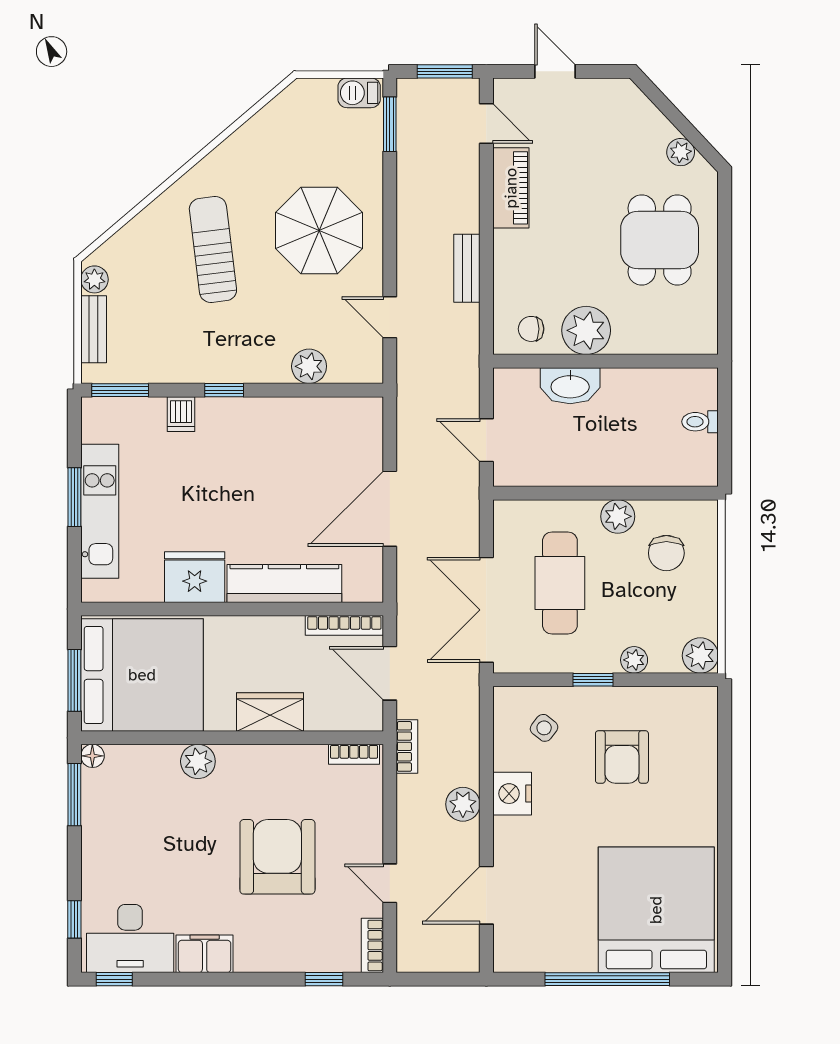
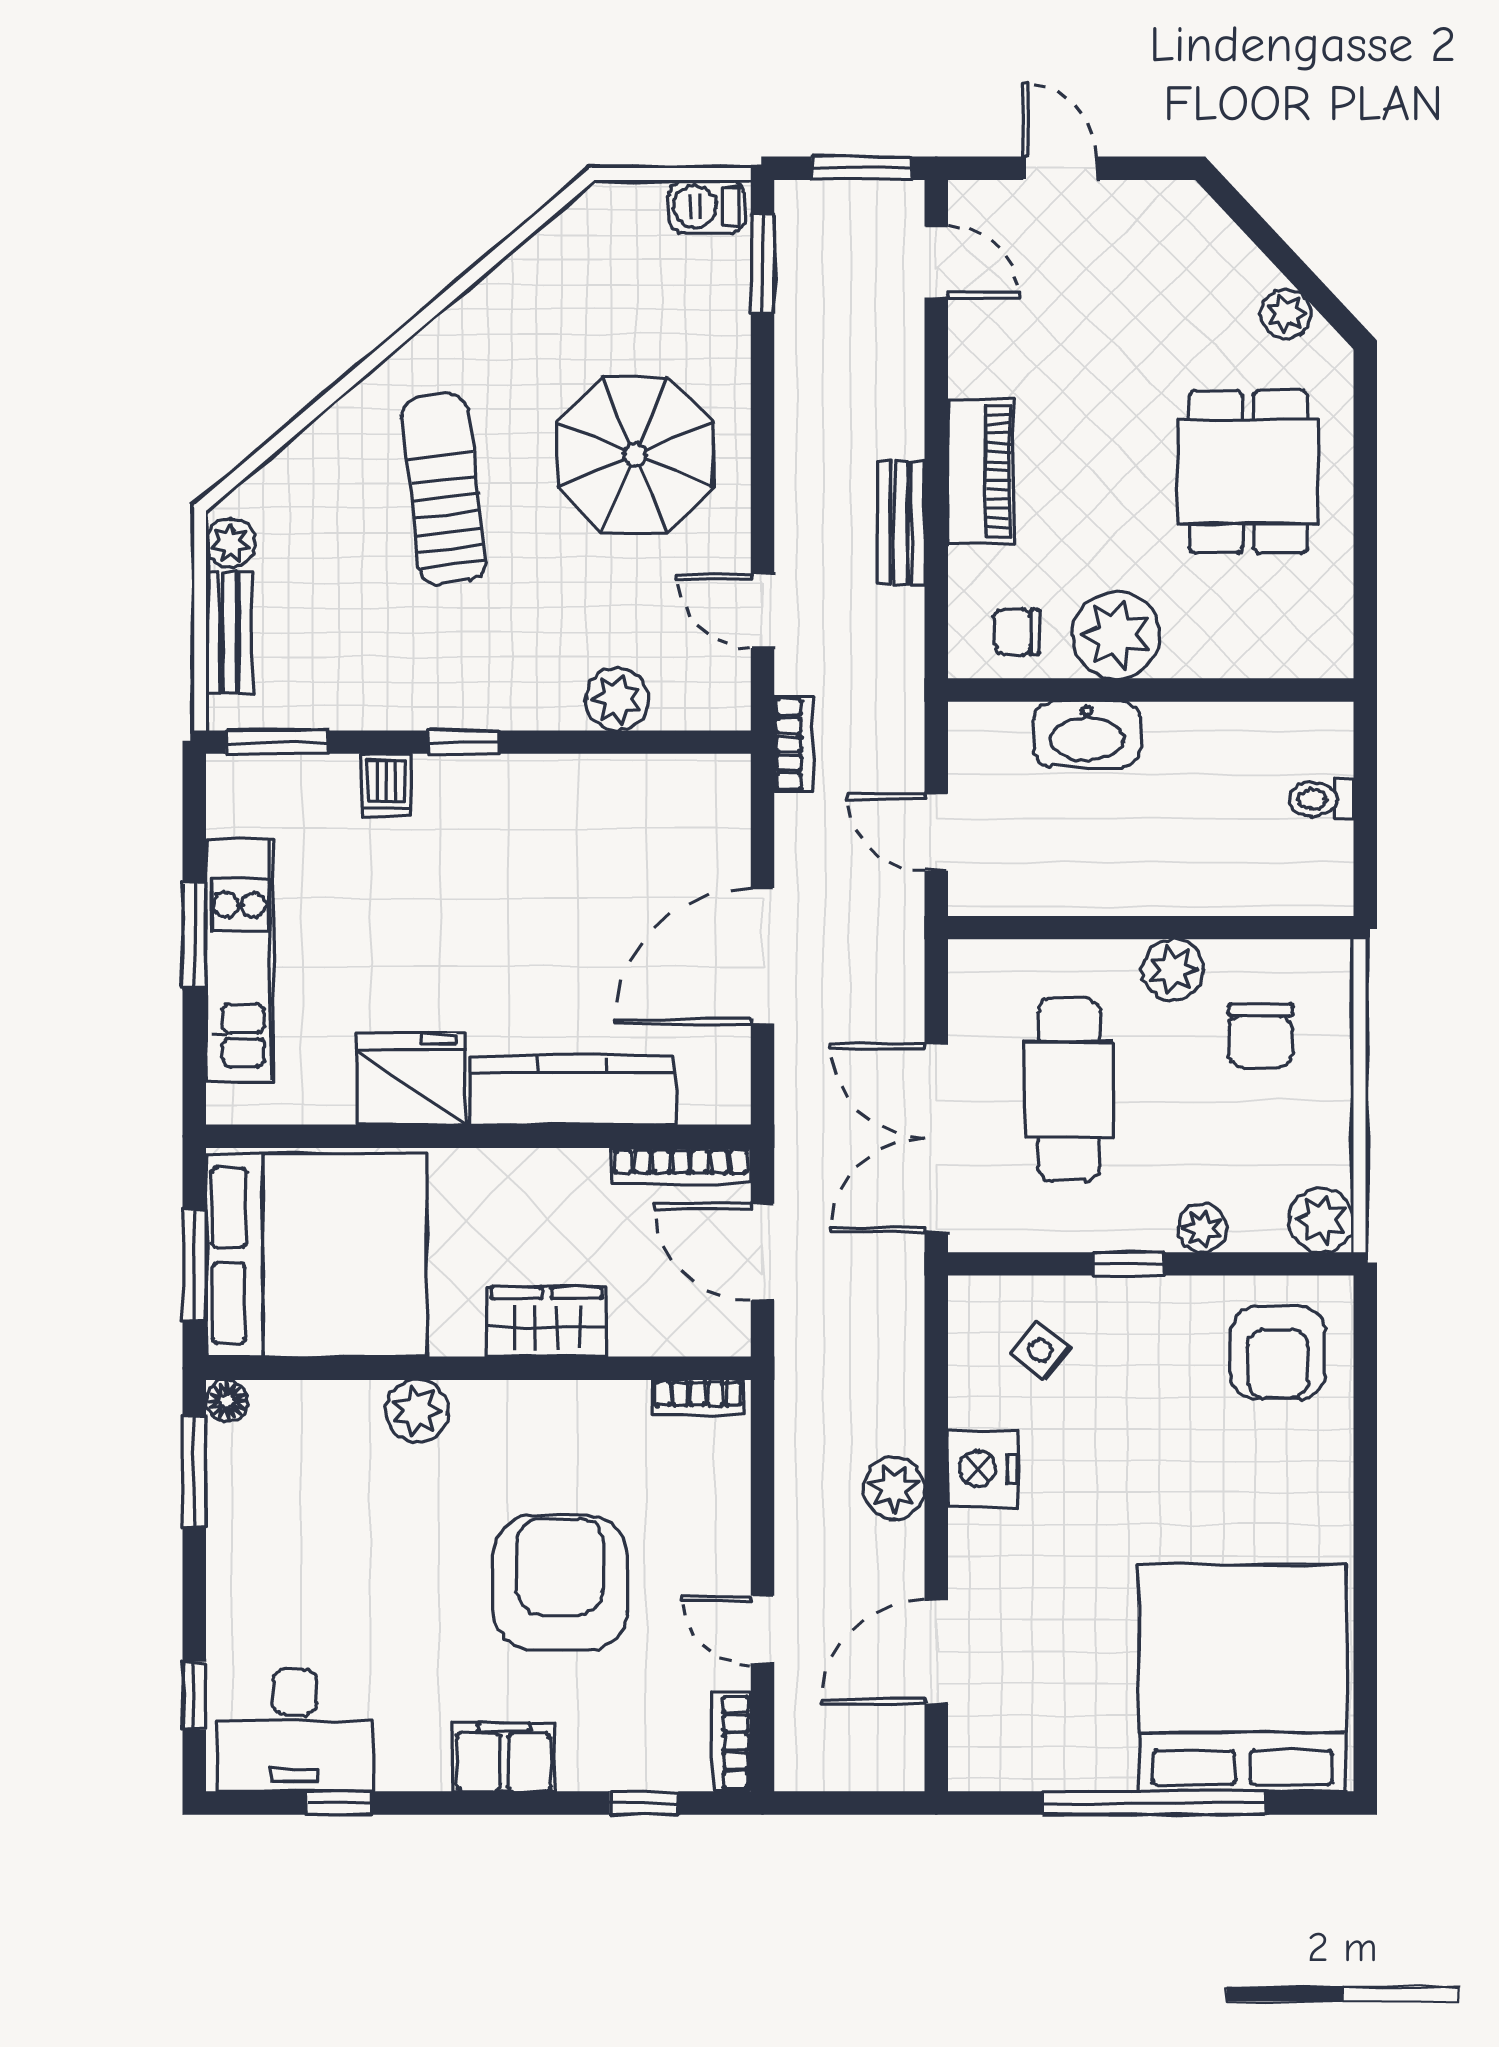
piano: (511, 188) -> (980, 471), moved
bookcase: (407, 746) -> (793, 744), moved
armchair: (622, 757) -> (1278, 1353), moved
filing cabinet: (205, 954) -> (504, 1757), moved
window: (114, 979) -> (339, 1803), moved

